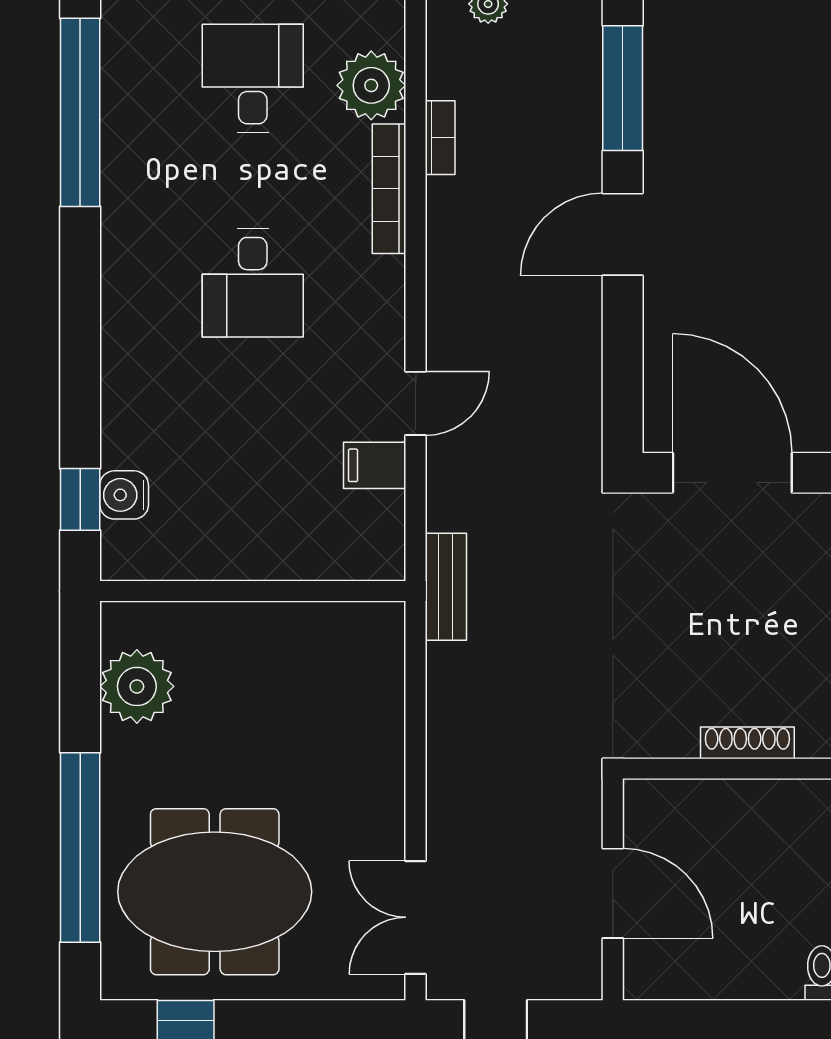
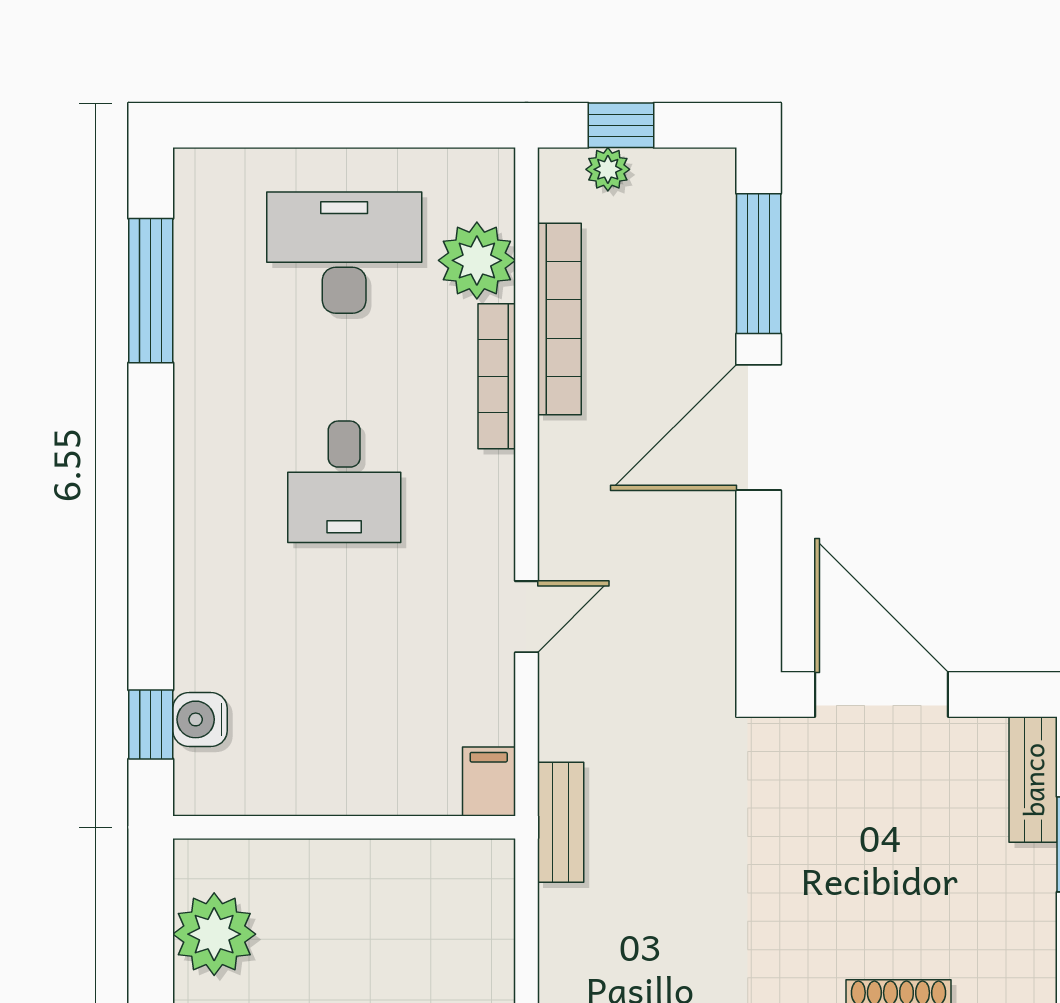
desk: (253, 78) -> (344, 253), width x1.37
window: (80, 112) -> (151, 291), width x0.68
bookcase: (440, 138) -> (559, 319), width x2.31, depth x1.31
door: (623, 234) -> (759, 427), width x1.36
filing cabinet: (375, 465) -> (489, 781), moved, turned 90

